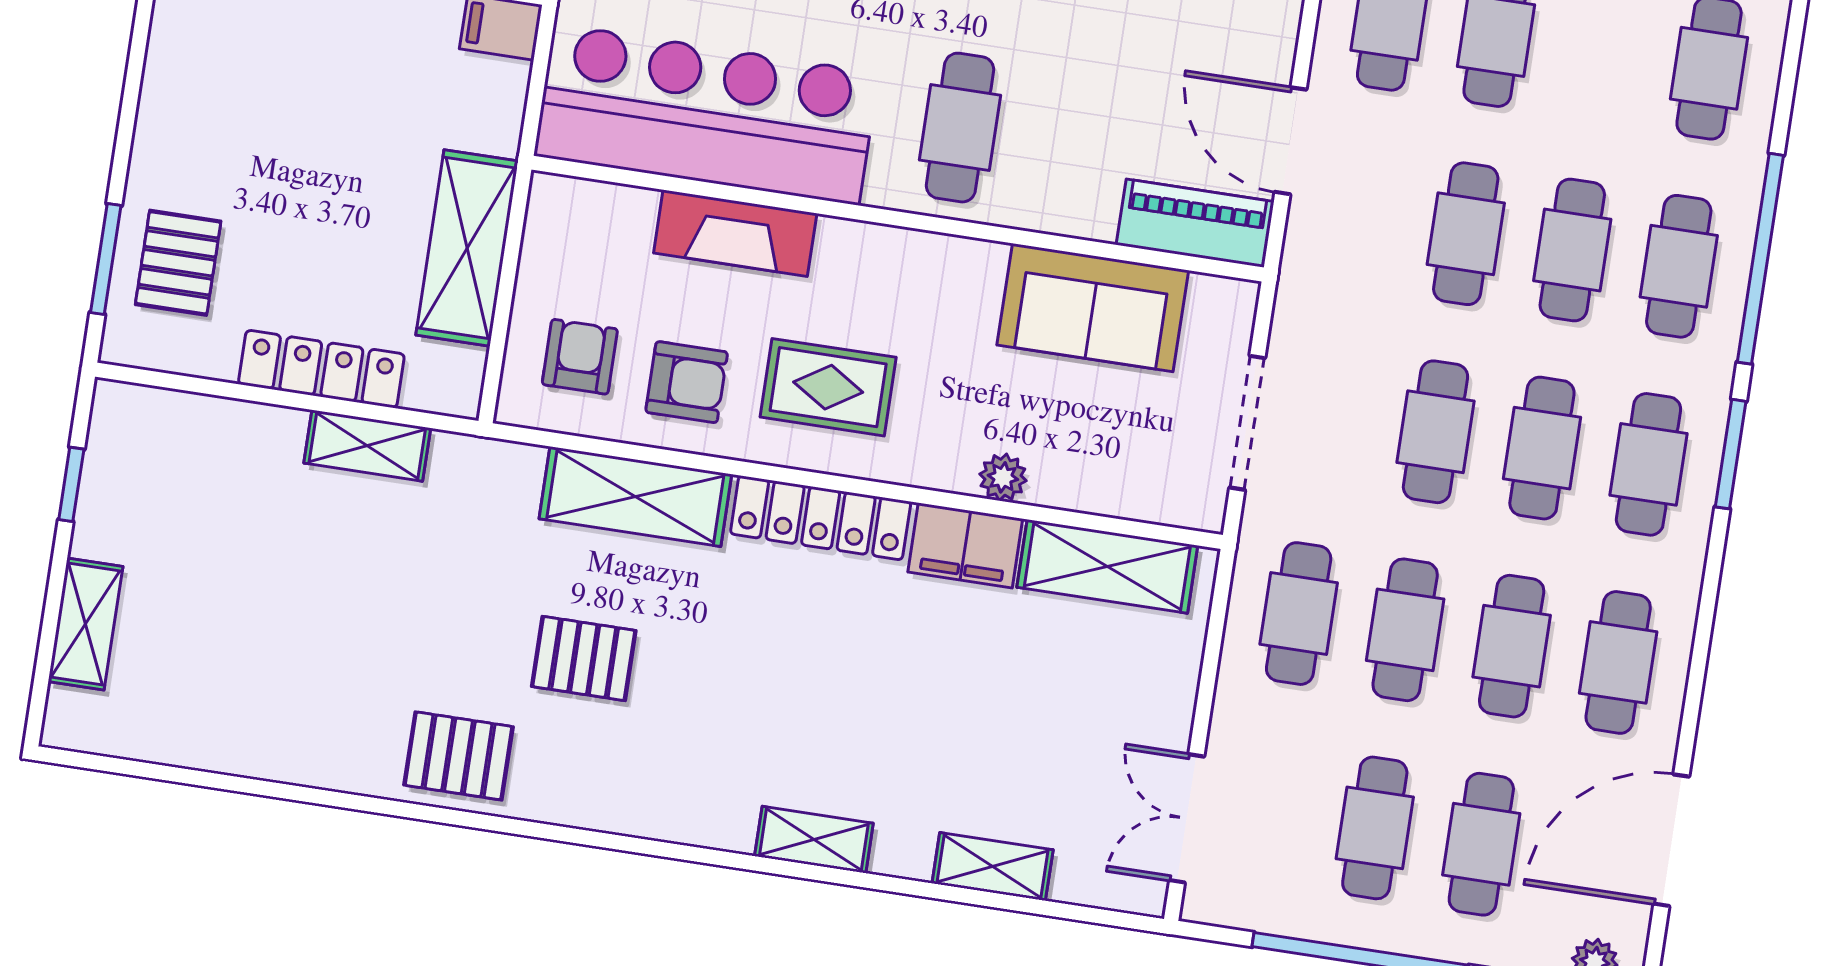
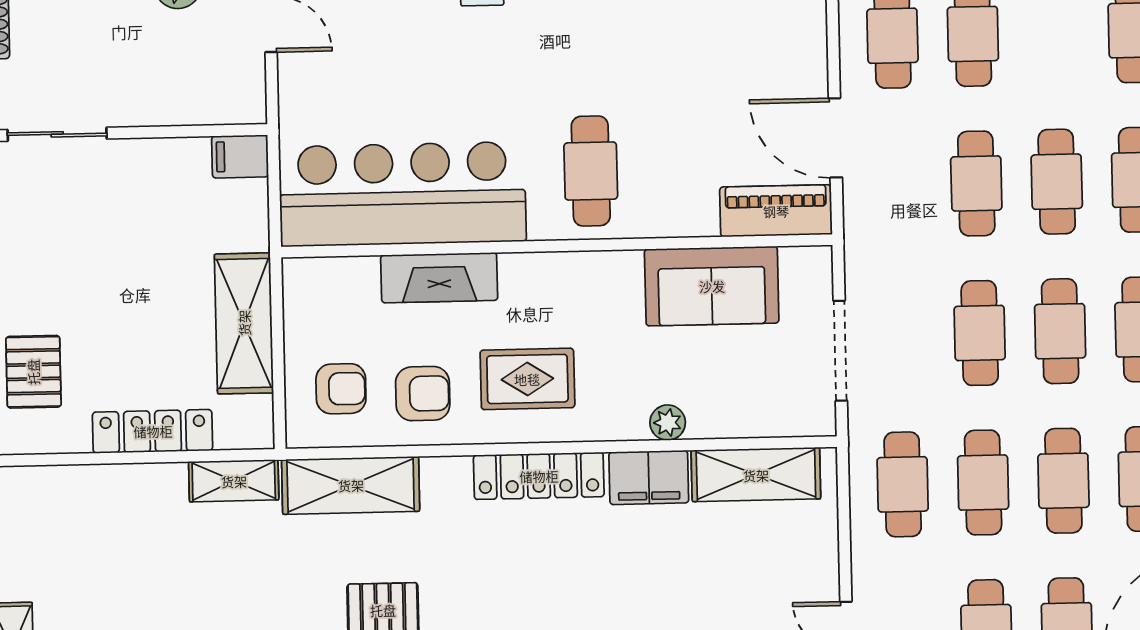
armchair: (580, 357) -> (341, 389), turned 90
shelving: (367, 446) -> (234, 481), moved
shelving: (635, 496) -> (351, 485), moved

